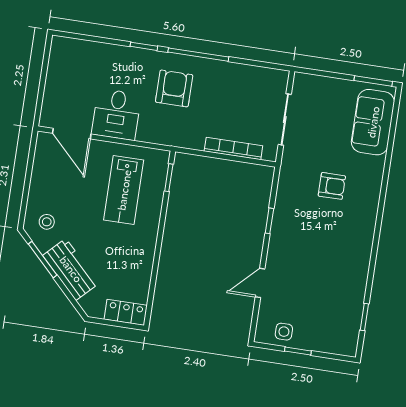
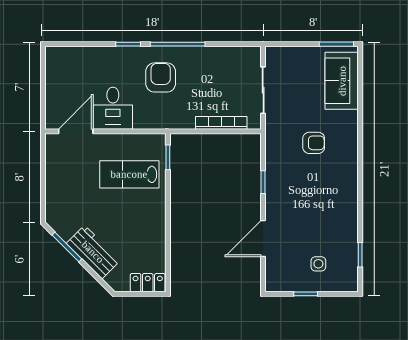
door: (72, 134) -> (76, 131), swing flipped
lab bench: (124, 190) -> (129, 174), turned 90
stool: (47, 222) -> (65, 213), removed
door: (260, 283) -> (263, 239), width x1.38
side table: (284, 332) -> (318, 264), moved

